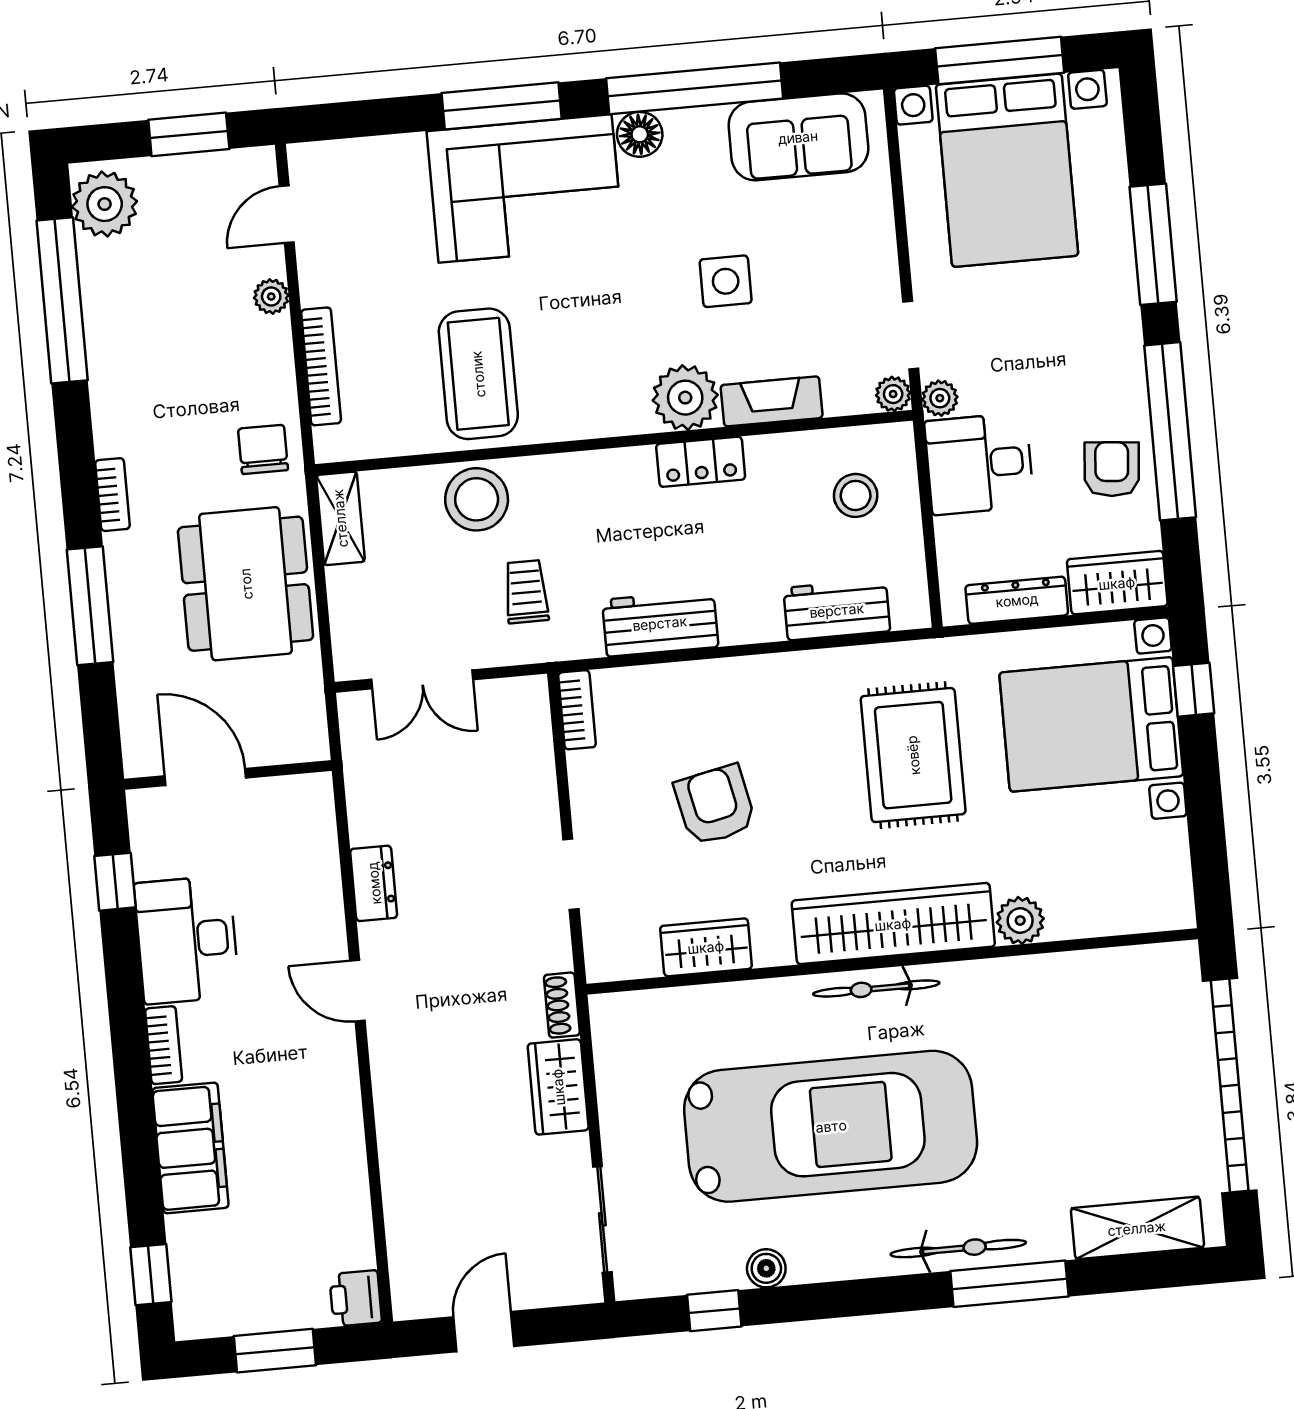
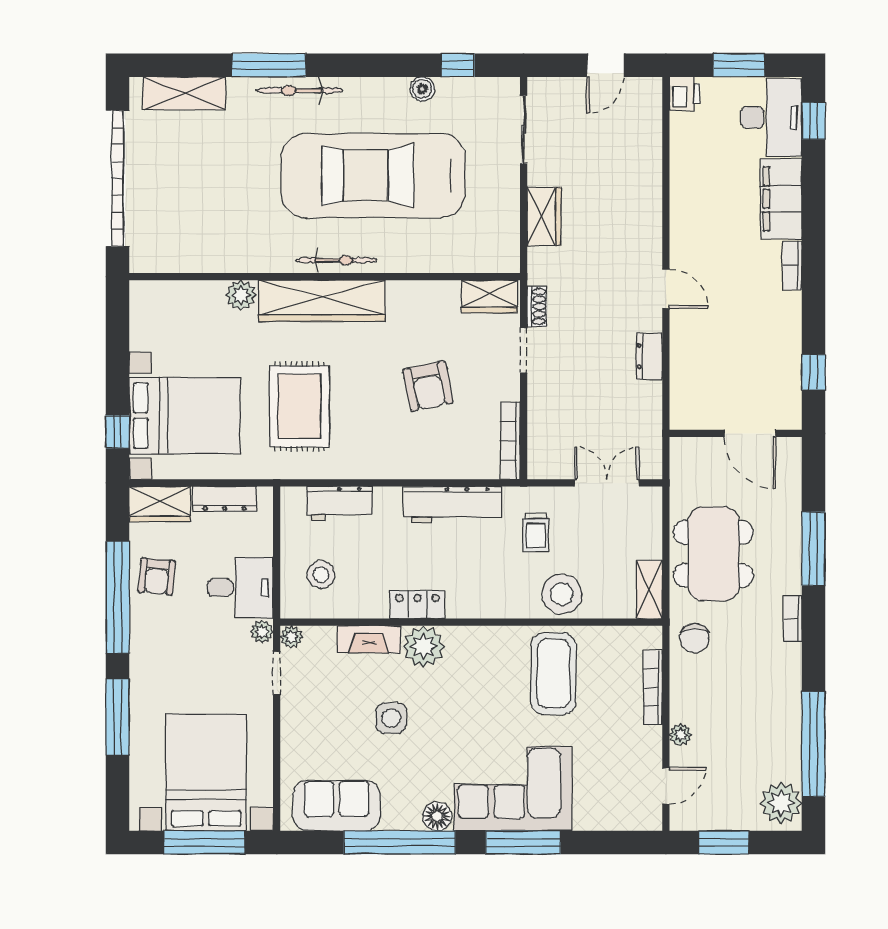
workbench: (660, 623) -> (452, 505), width x1.38
bookcase: (577, 710) -> (510, 441), width x1.56
desk: (187, 940) -> (771, 117), moved
wardrobe: (706, 947) -> (489, 296), moved
shoe rack: (562, 1005) -> (537, 307), moved

